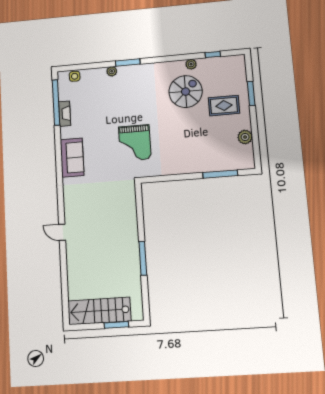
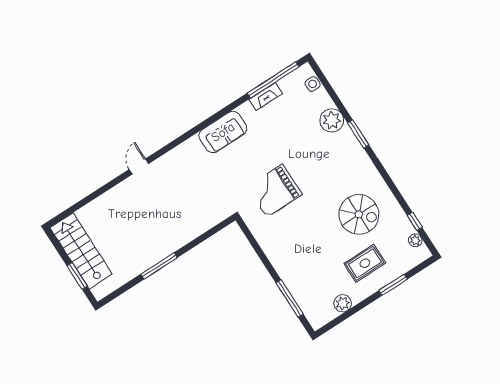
plant: (191, 64) -> (415, 240), moved
plant: (112, 71) -> (332, 120), width x1.88, depth x1.88
rug: (224, 106) -> (365, 263), turned 90

